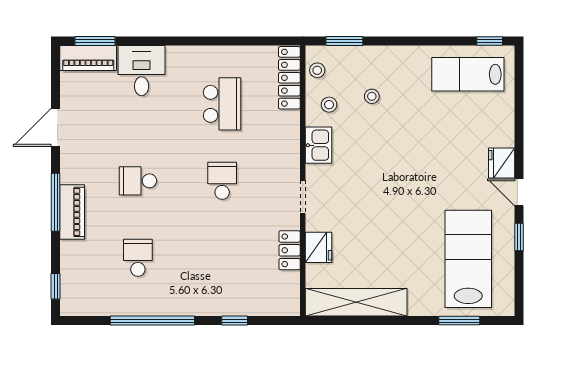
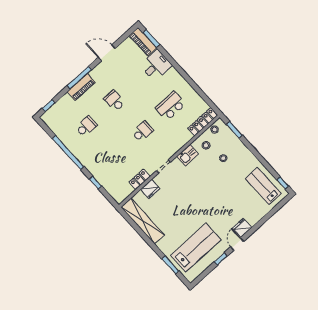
school desk: (222, 104) -> (171, 106), turned 180

